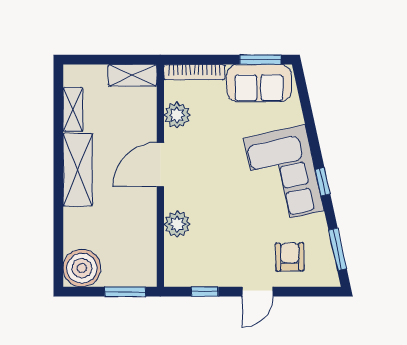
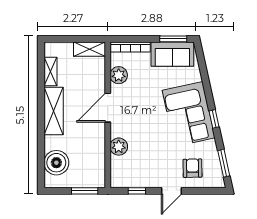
boiler: (82, 268) -> (56, 163), moved

